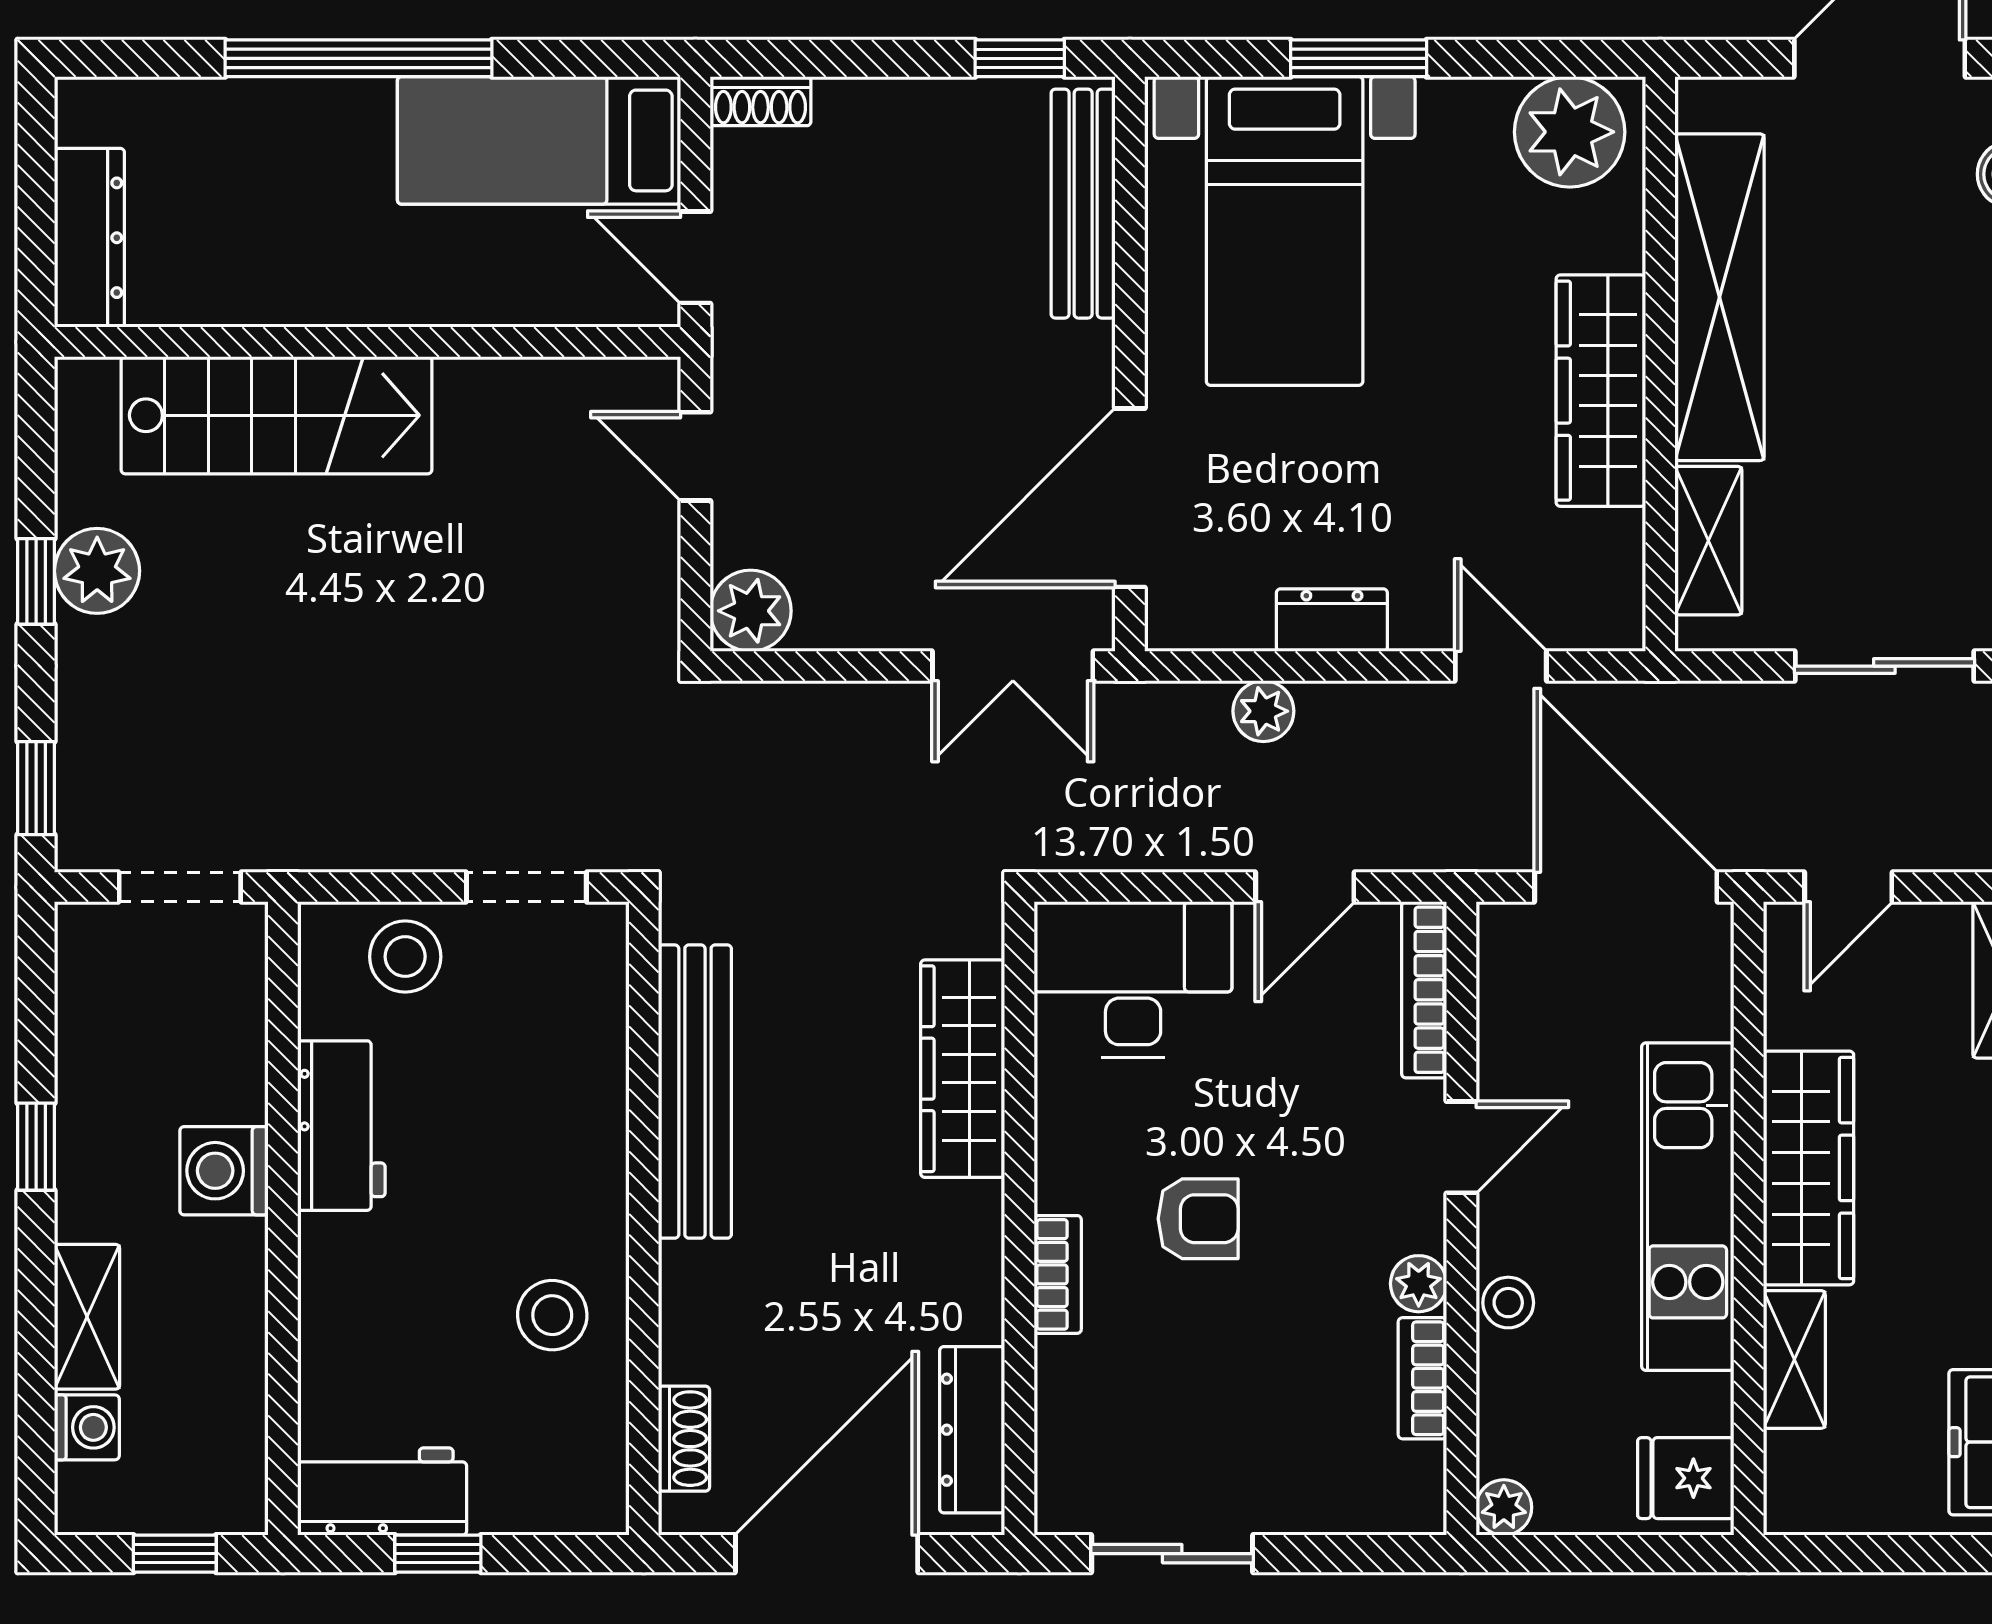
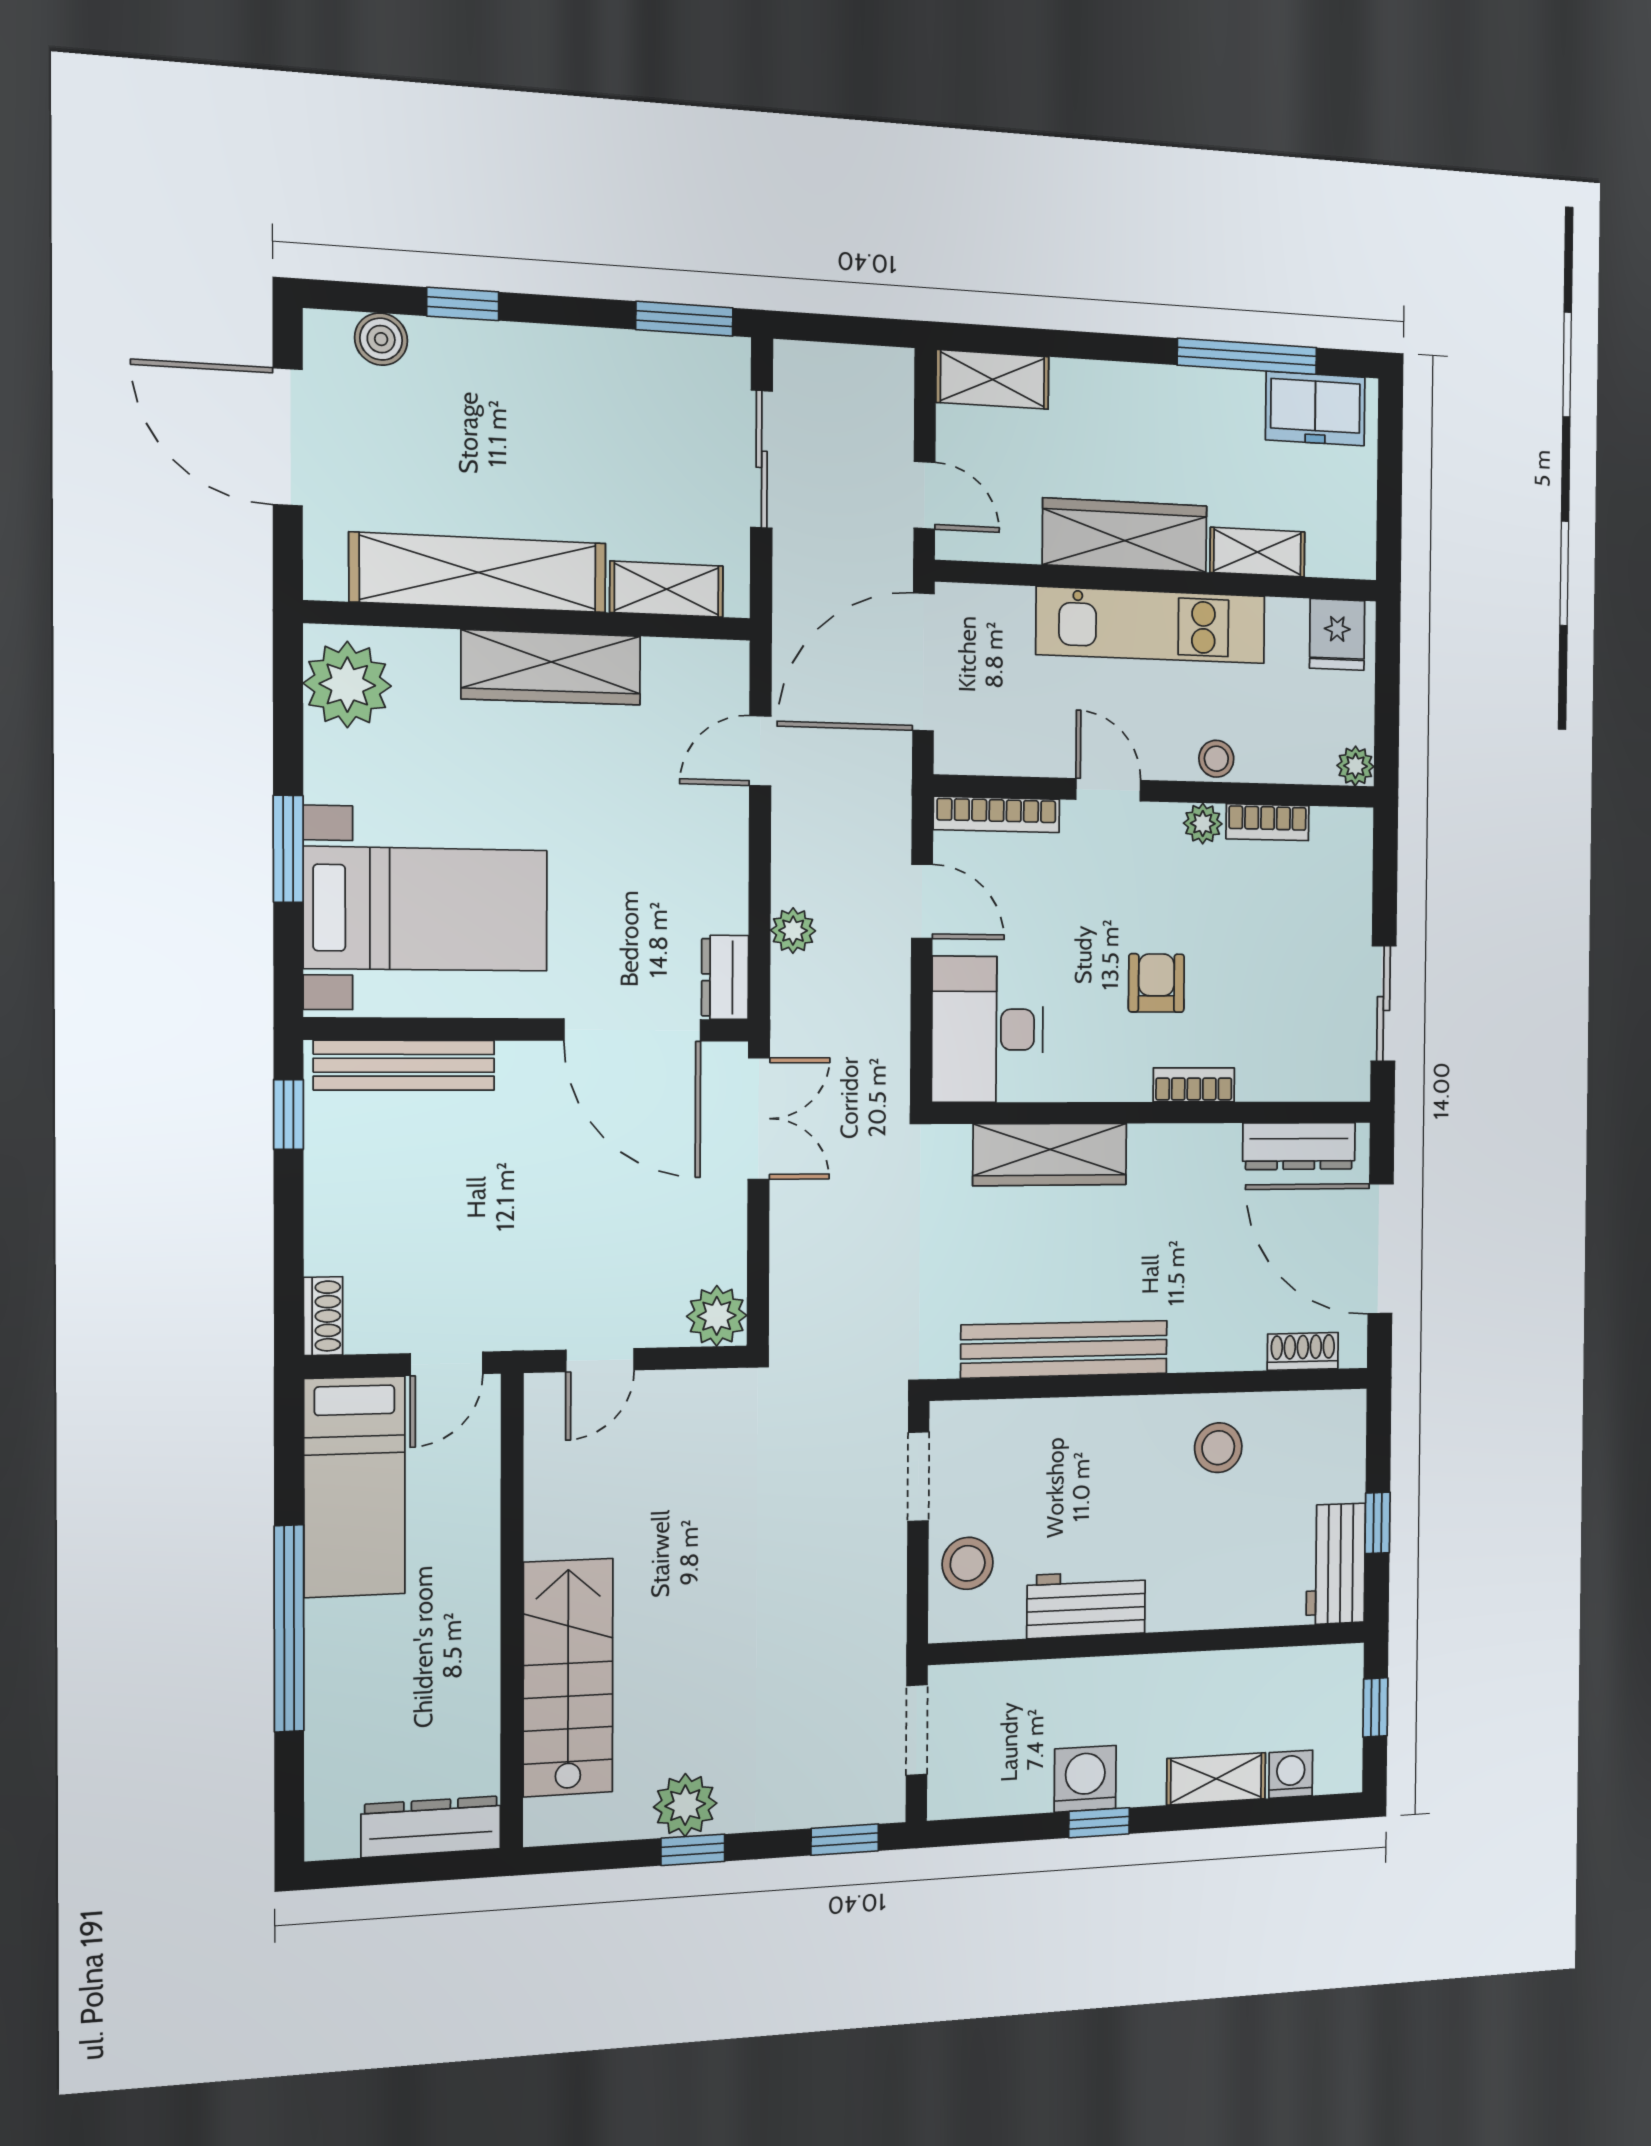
dresser: (1332, 620) -> (725, 977), moved
washing machine: (224, 1171) -> (1085, 1779), moved, turned 180

